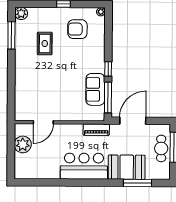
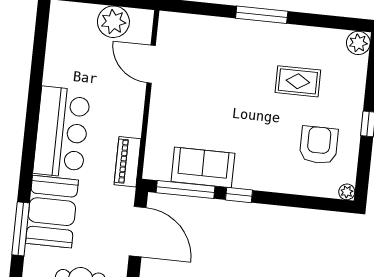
window: (11, 35) -> (262, 15), moved

